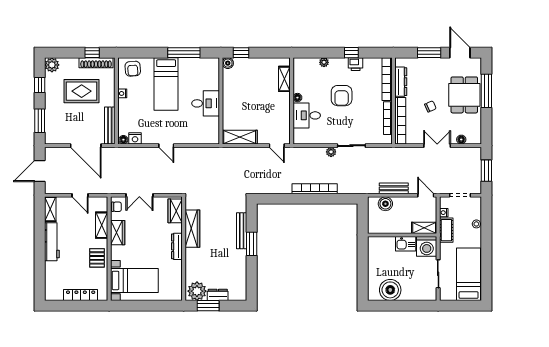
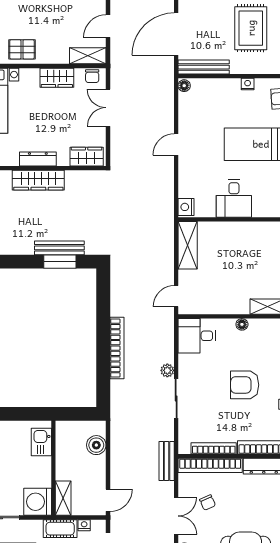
chair: (430, 106) -> (208, 503), moved
desk: (307, 115) -> (197, 336), moved, turned -90
nightstand: (135, 138) -> (186, 207), moved
bench: (394, 188) -> (167, 461), moved
shelving: (102, 225) -> (88, 56), moved
wardrobe: (192, 229) -> (38, 180), moved
window: (252, 244) -> (60, 262), moved
kitchen sink: (406, 244) -> (41, 442), moved

